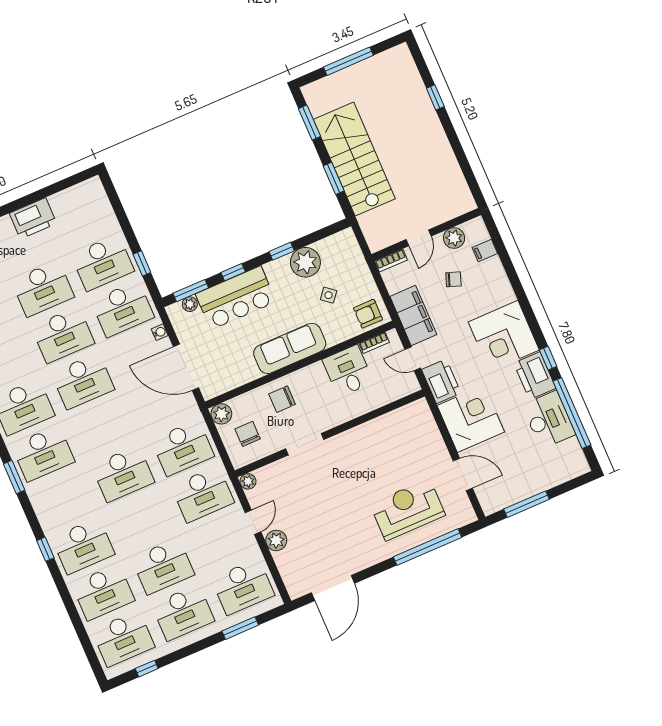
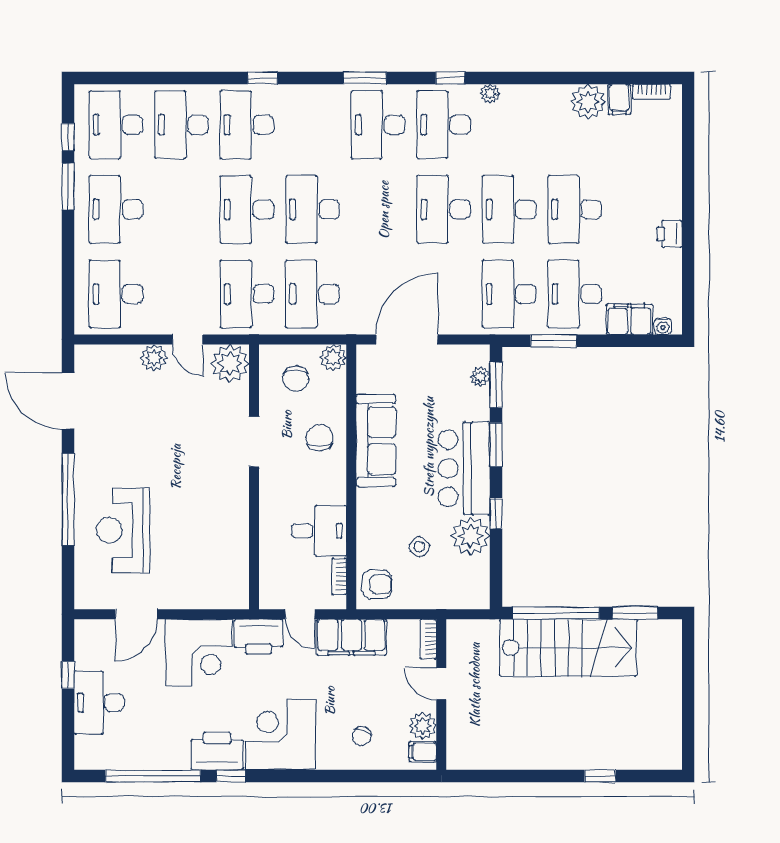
window: (348, 61) -> (688, 691), removed
window: (334, 178) -> (556, 613), width x2.11
filing cabinet: (104, 216) -> (629, 319), added
printer: (33, 218) -> (669, 234), width x0.53, depth x0.68
filing cabinet: (485, 250) -> (423, 752), moved, turned -90
window: (142, 263) -> (554, 341), width x1.50
window: (233, 272) -> (496, 445), width x1.50
chair: (453, 279) -> (362, 736), moved
bar counter: (236, 298) -> (464, 468), moved
armchair: (368, 314) -> (377, 584), turned 90
water cooler: (160, 332) -> (663, 326), moved
sofa: (290, 348) -> (376, 441), moved
door: (413, 359) -> (300, 614), swing flipped
desk: (549, 420) -> (99, 703), moved, turned 90
chair: (248, 434) -> (296, 379), turned 90
plant: (248, 481) -> (230, 363), width x1.88, depth x1.88
window: (527, 504) -> (68, 675), width x0.46
reception desk: (408, 510) -> (123, 530), turned 180
window: (428, 547) -> (68, 499), moved
desk: (163, 566) -> (247, 209), moved
window: (240, 628) -> (68, 187), moved

